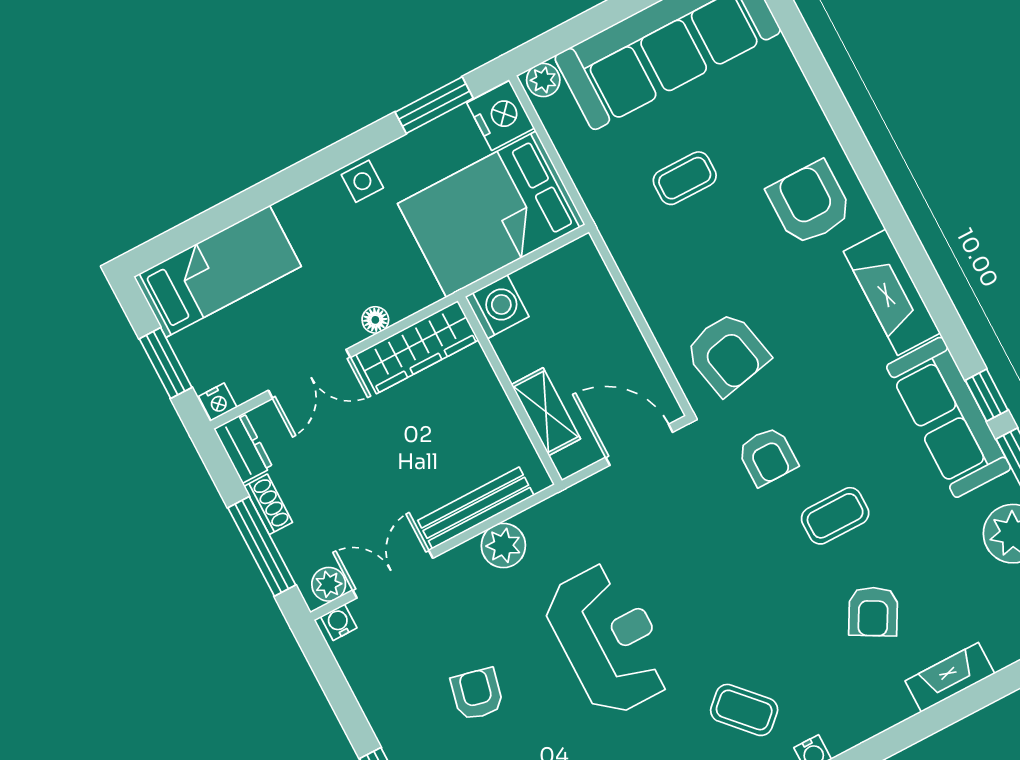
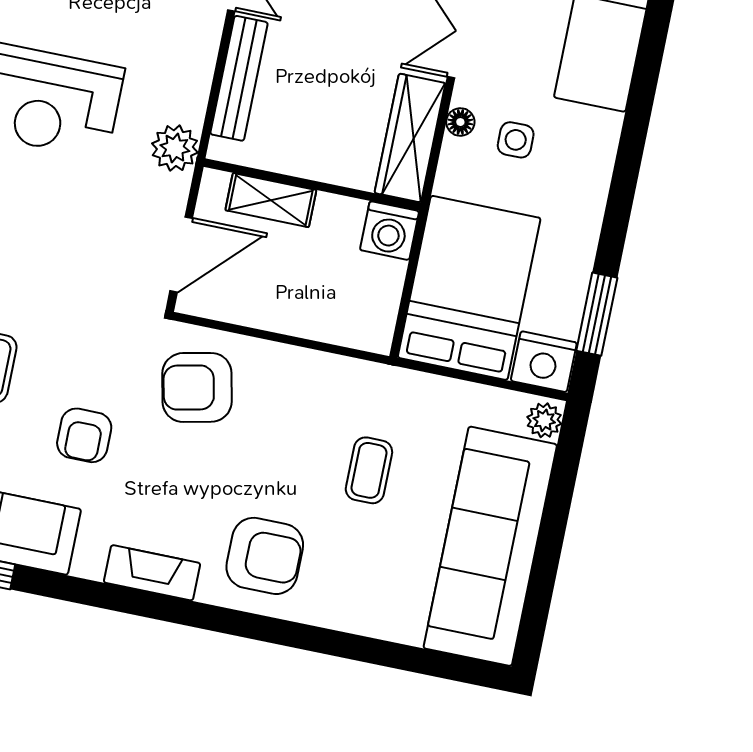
side table: (362, 181) -> (516, 140), moved
fireplace: (892, 292) -> (152, 573), width x0.73, depth x0.76
armchair: (767, 456) -> (84, 435), moved, turned -90
plant: (503, 545) -> (175, 148), moved

